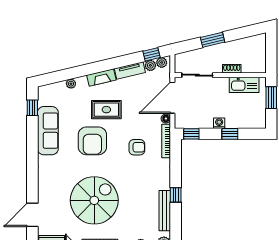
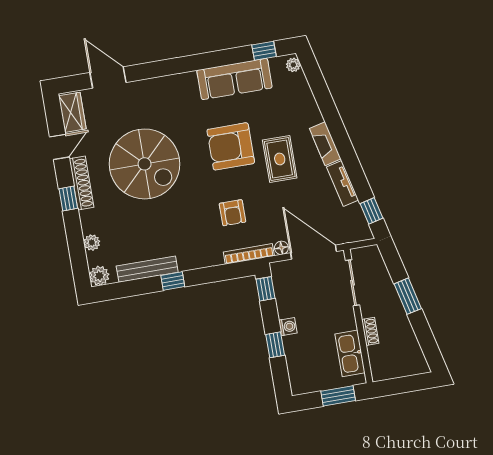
plant: (162, 63) -> (362, 228), removed
plant: (150, 65) -> (355, 212), removed
plant: (71, 84) -> (293, 65), moved

